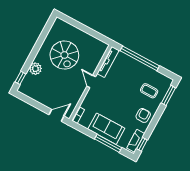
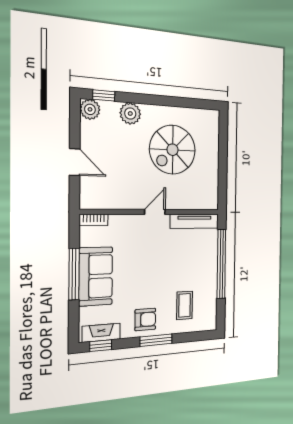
plant: (24, 89) -> (90, 109), added
window: (168, 95) -> (156, 340), moved
door: (56, 115) -> (75, 162), moved
window: (108, 143) -> (74, 274), moved

